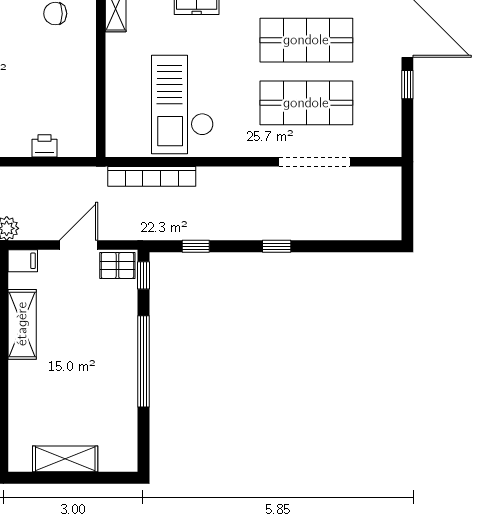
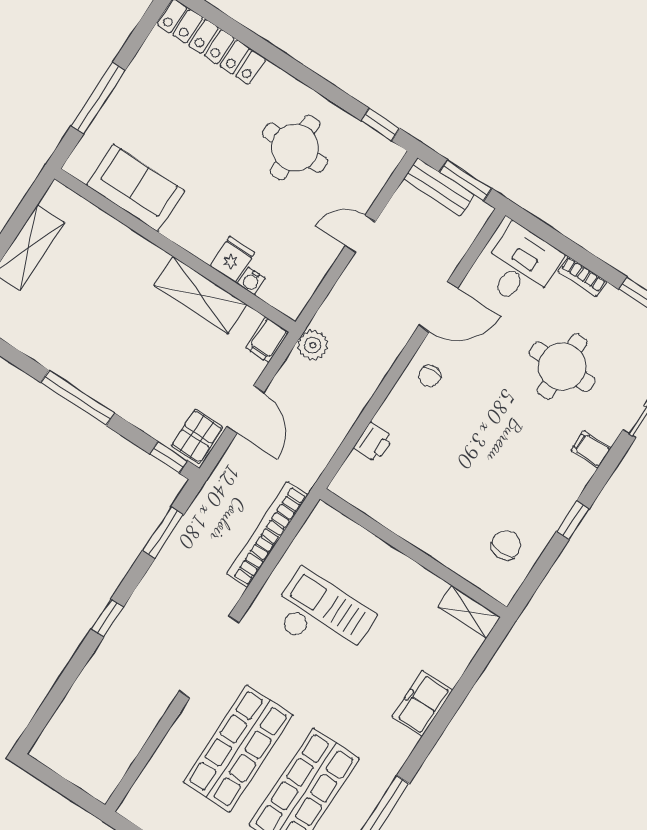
checkout: (182, 104) -> (322, 617), width x0.73, depth x0.83
doorway: (315, 162) -> (209, 657), moved
window: (196, 246) -> (163, 533), width x1.50
window: (143, 361) -> (78, 398), width x0.68

